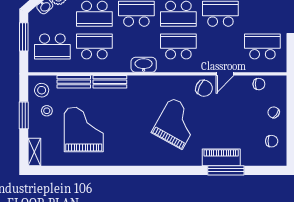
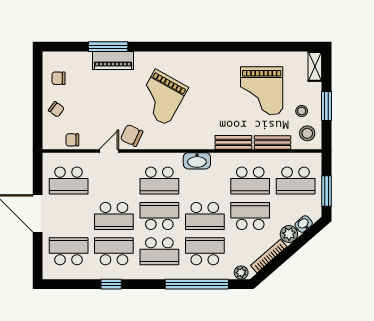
school desk: (52, 46) -> (296, 181), turned 180

